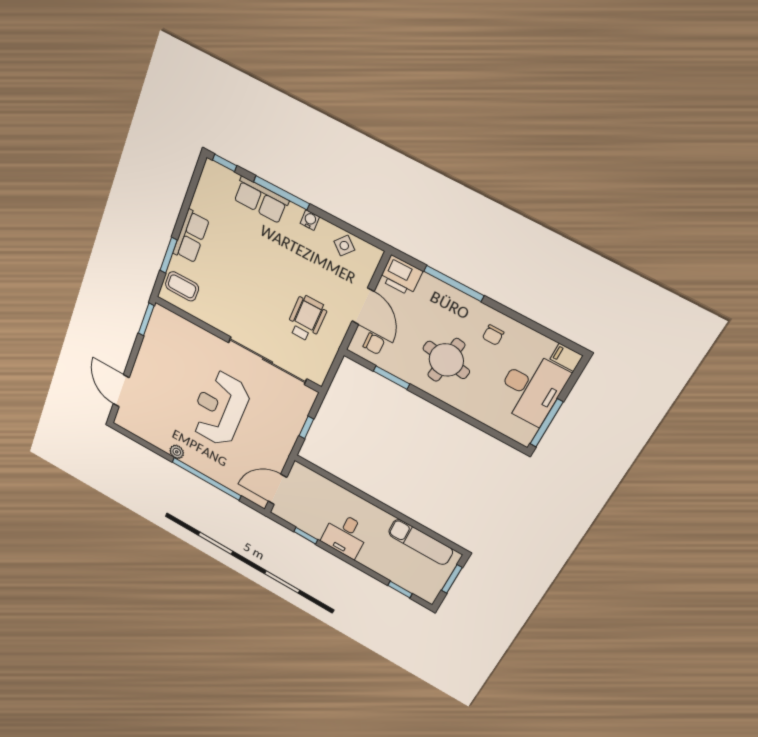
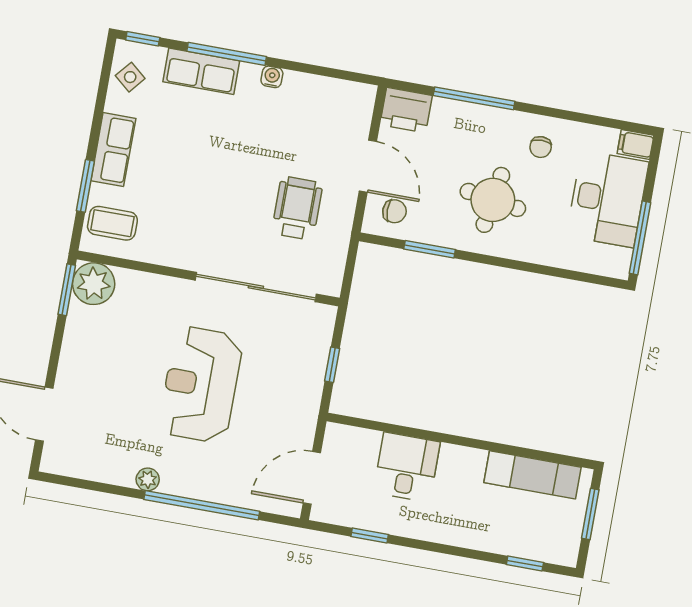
side table: (344, 246) -> (130, 77), moved
plant: (164, 322) -> (94, 284), added
desk: (345, 535) -> (407, 467), moved, turned 180

